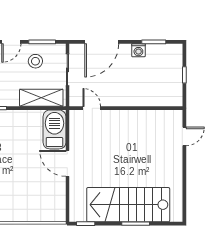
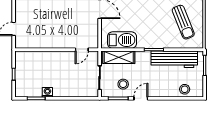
door: (102, 42) -> (74, 98), removed
door: (92, 108) -> (82, 50), hinge flipped
barbecue: (54, 129) -> (122, 40), moved, turned -90

